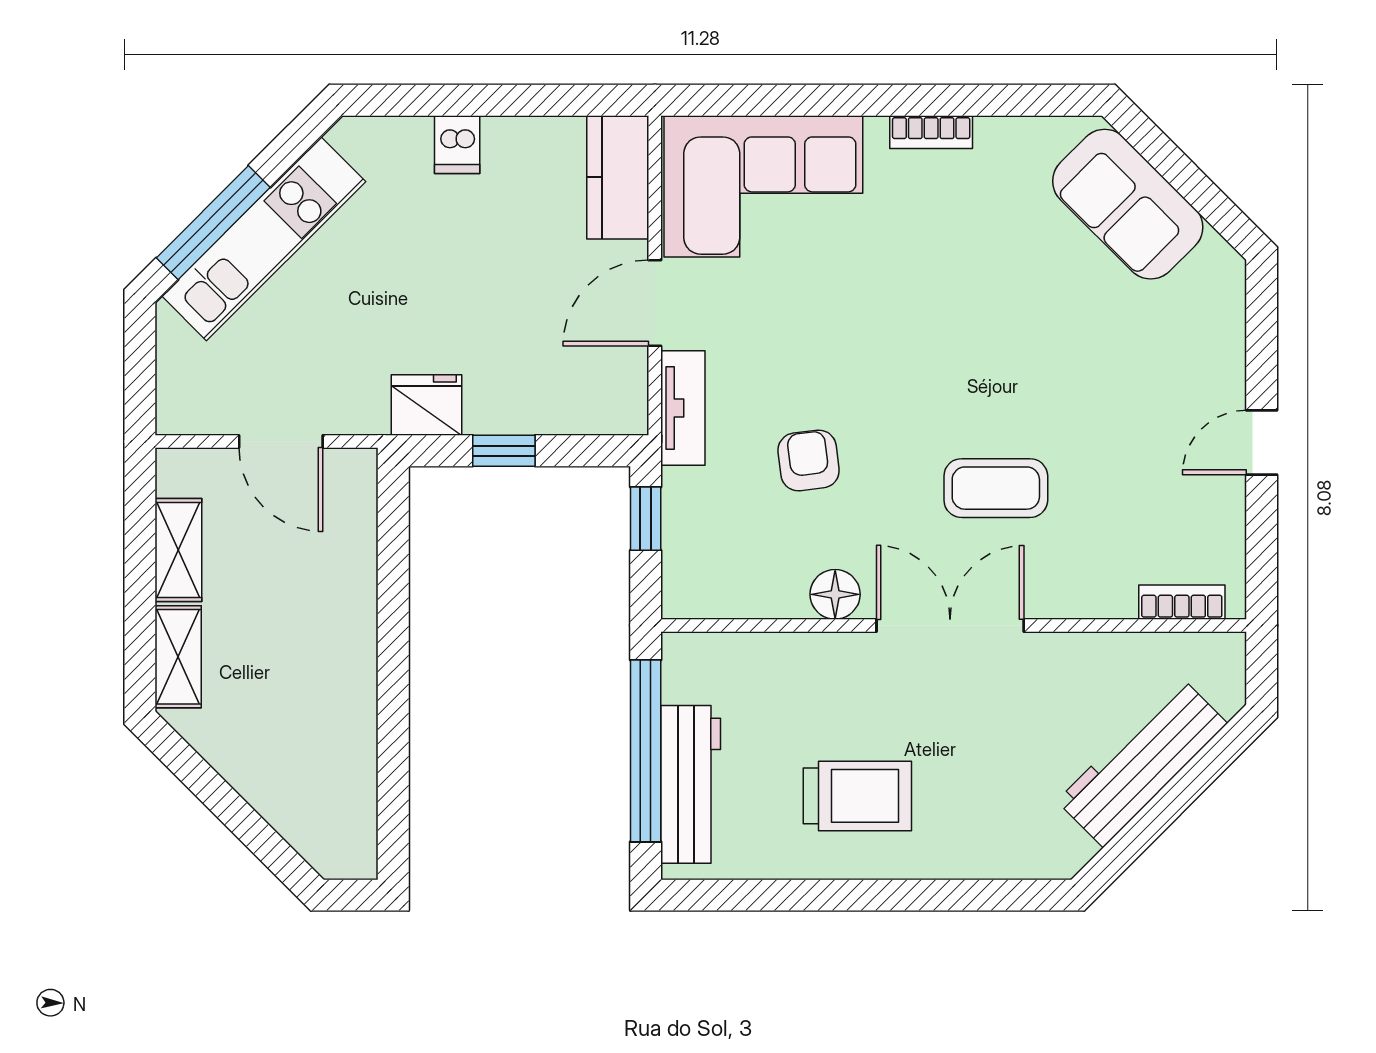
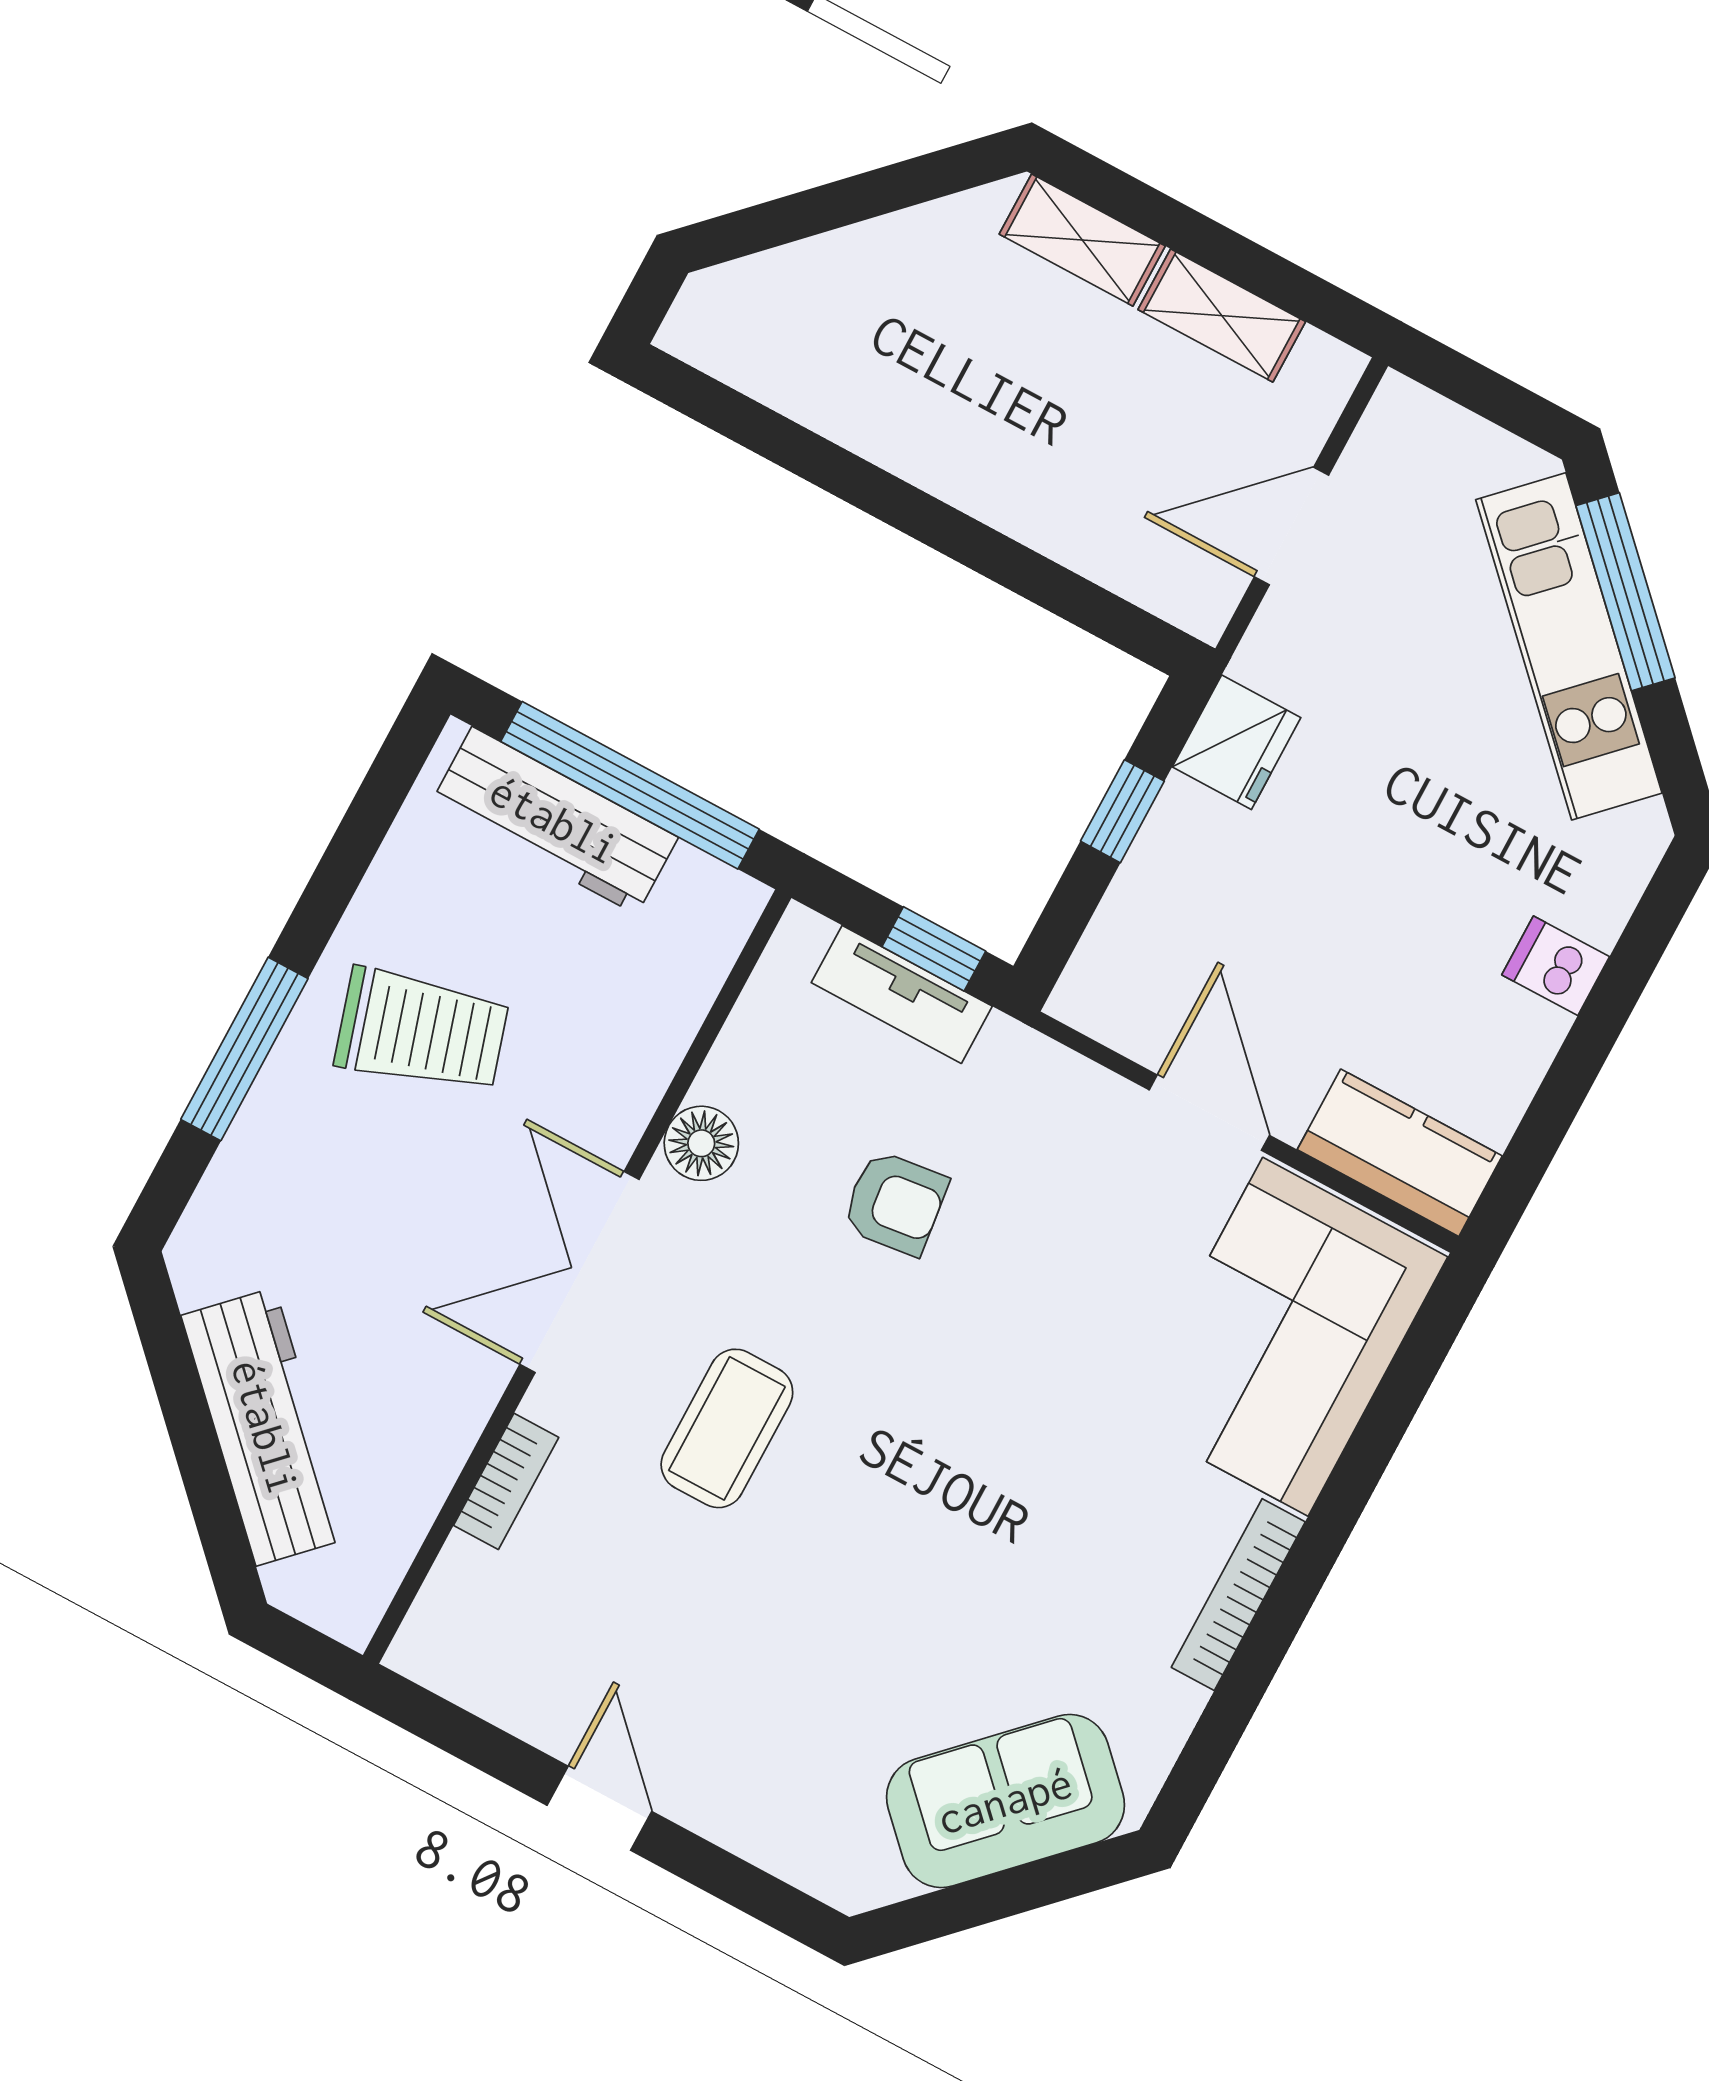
bookcase: (931, 132) -> (1238, 1595), width x1.56
tv unit: (683, 408) -> (902, 994), moved
bookcase: (1182, 602) -> (506, 1481), moved
double door: (950, 625) -> (580, 1272), swing flipped
trolley: (857, 796) -> (422, 1031), turned -107
window: (925, 895) -> (244, 1049), added

